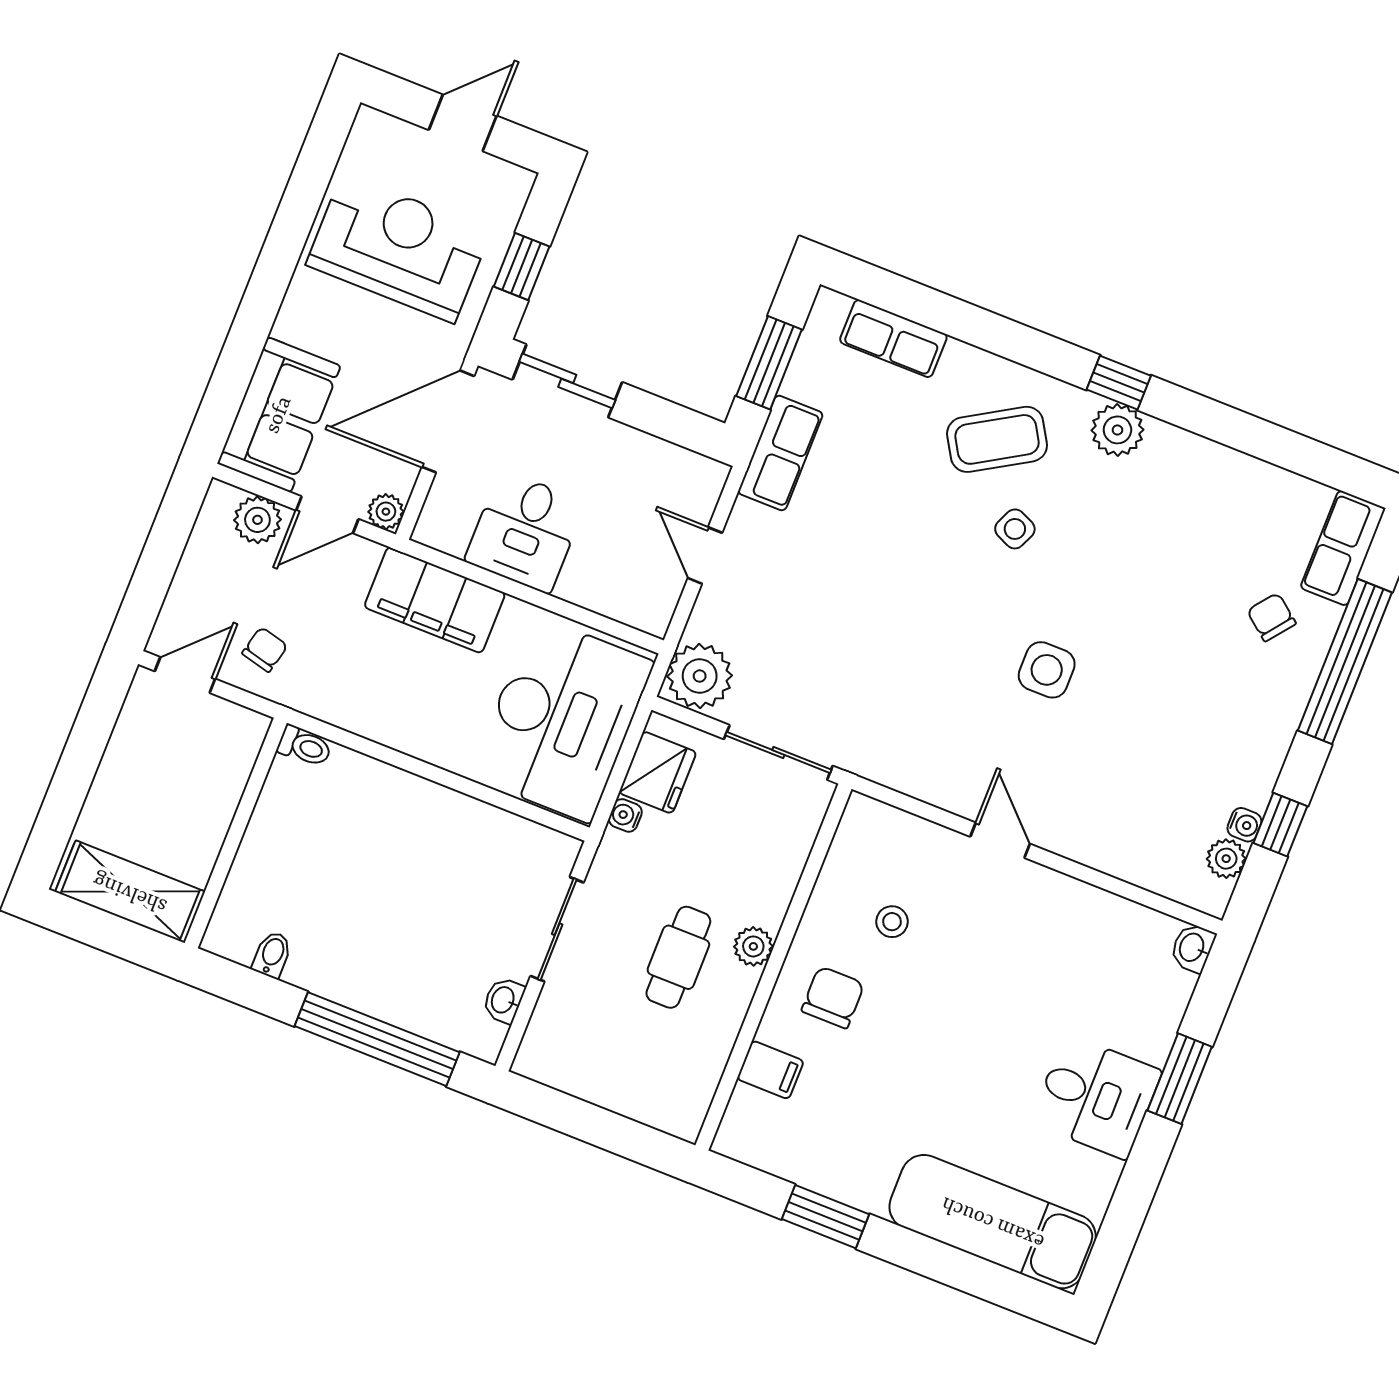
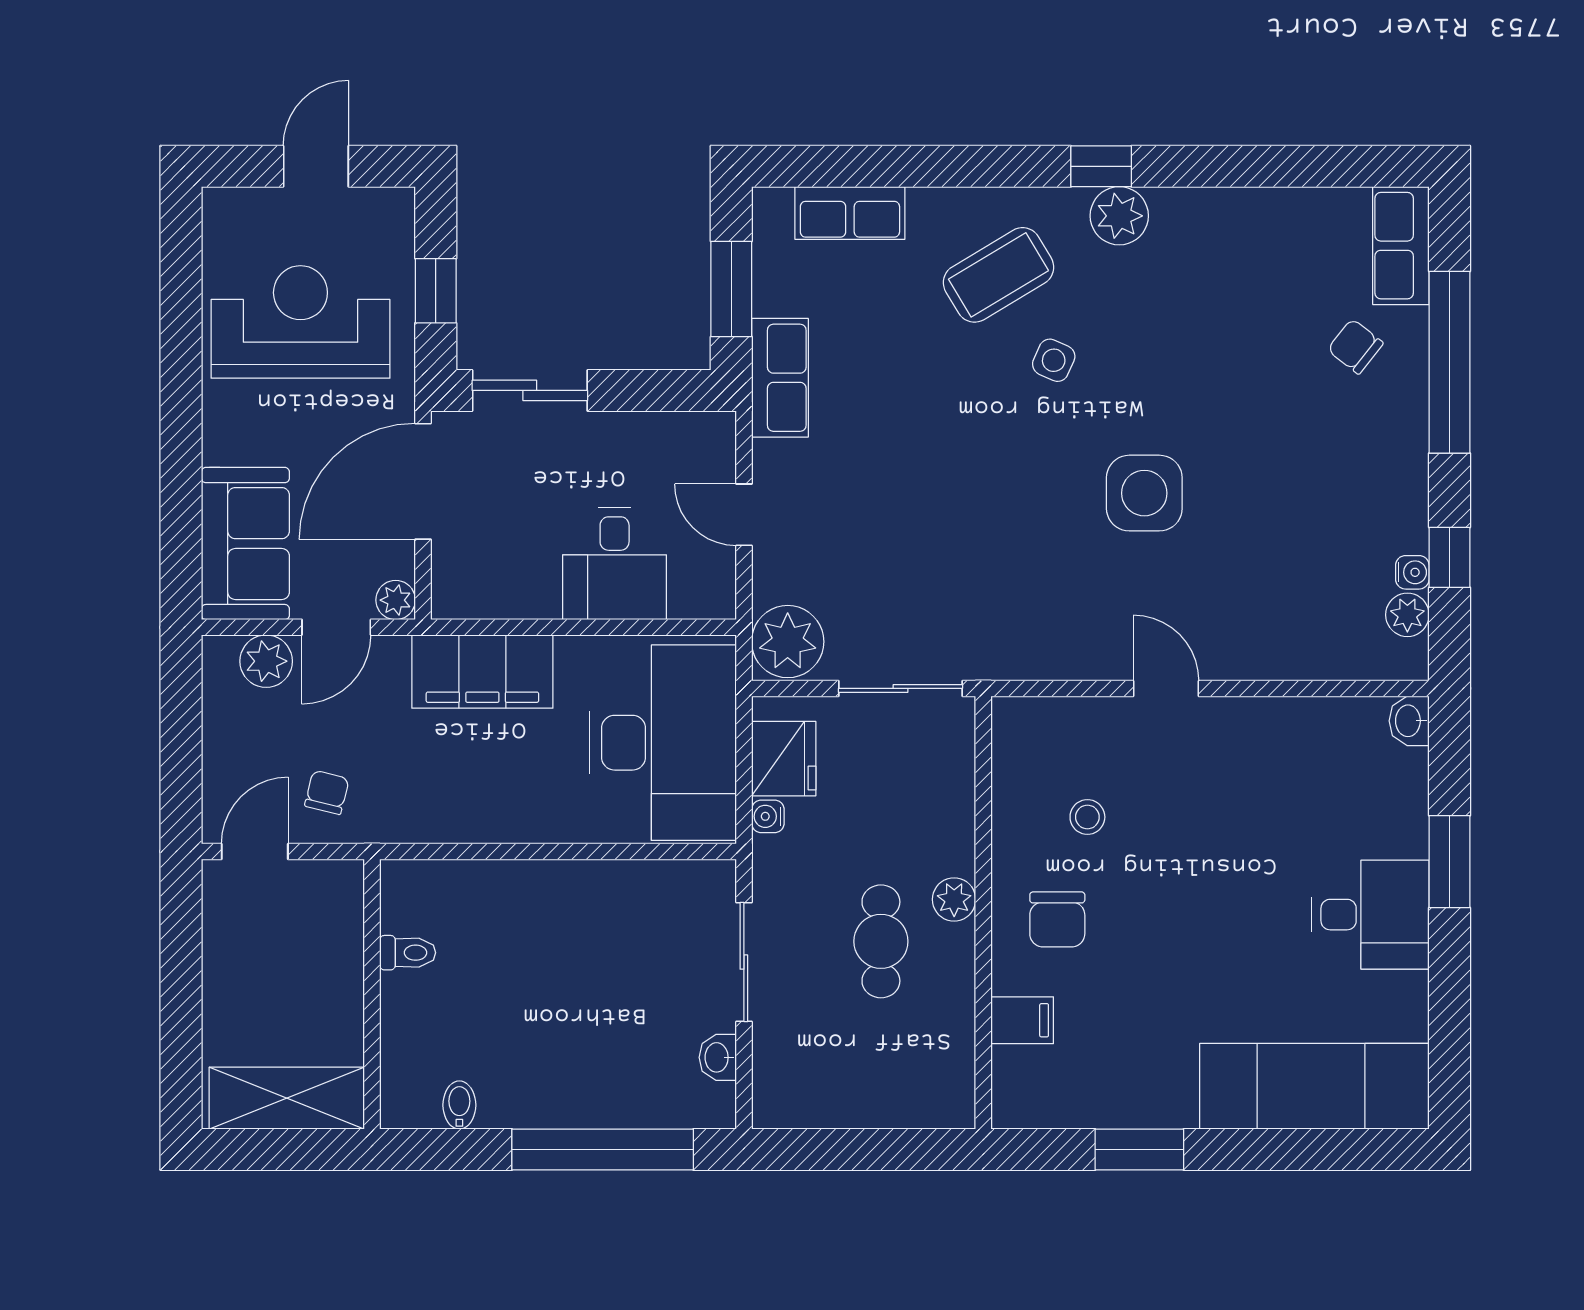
desk: (525, 532) -> (615, 564), moved
side table: (1047, 670) -> (1144, 493), width x1.37, depth x1.37
toilet: (305, 746) -> (408, 953), moved
chair: (833, 997) -> (1057, 919), turned 180

